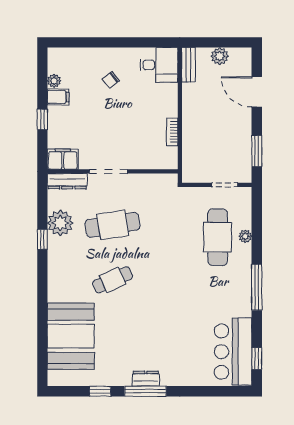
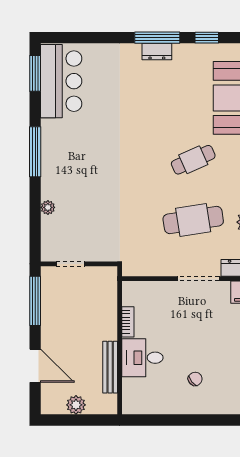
desk: (159, 65) -> (142, 358), moved
bench: (188, 65) -> (110, 367), moved, width x1.36
window: (257, 151) -> (35, 301), width x1.44
cafe table: (218, 237) -> (78, 206), removed
window: (257, 359) -> (35, 73), width x1.50

